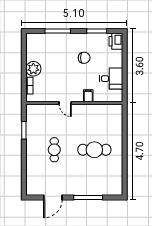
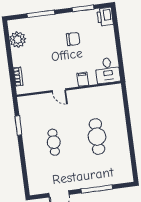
plant: (33, 69) -> (18, 40), moved
desk: (111, 79) -> (108, 70), moved, turned 90
cafe table: (94, 150) -> (97, 137), turned 90

